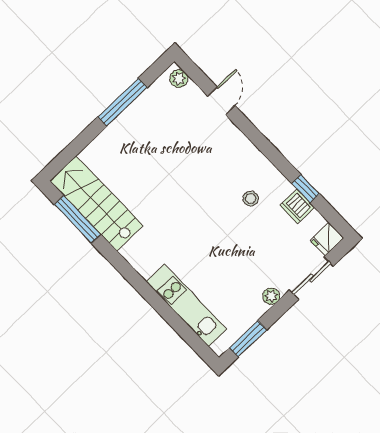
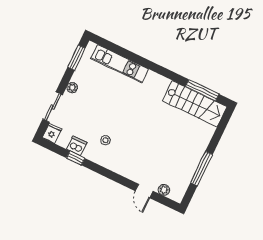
plant: (179, 79) -> (164, 190), moved

